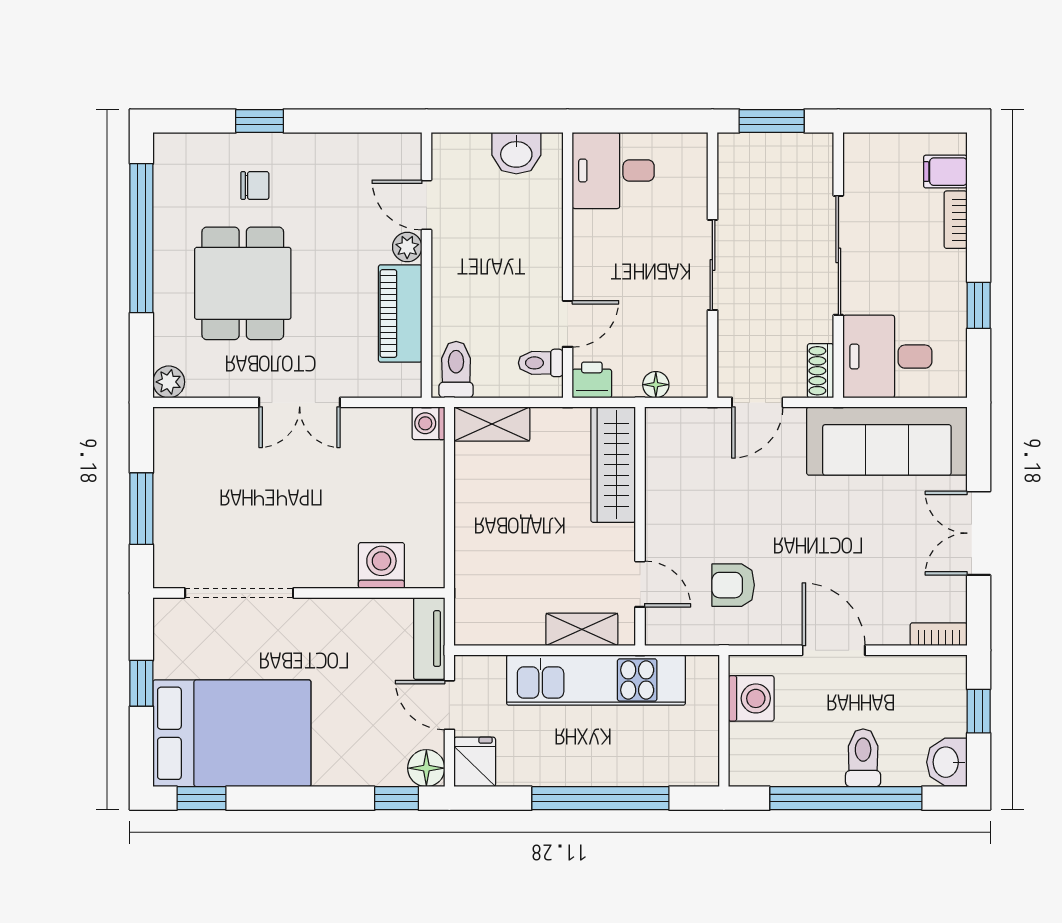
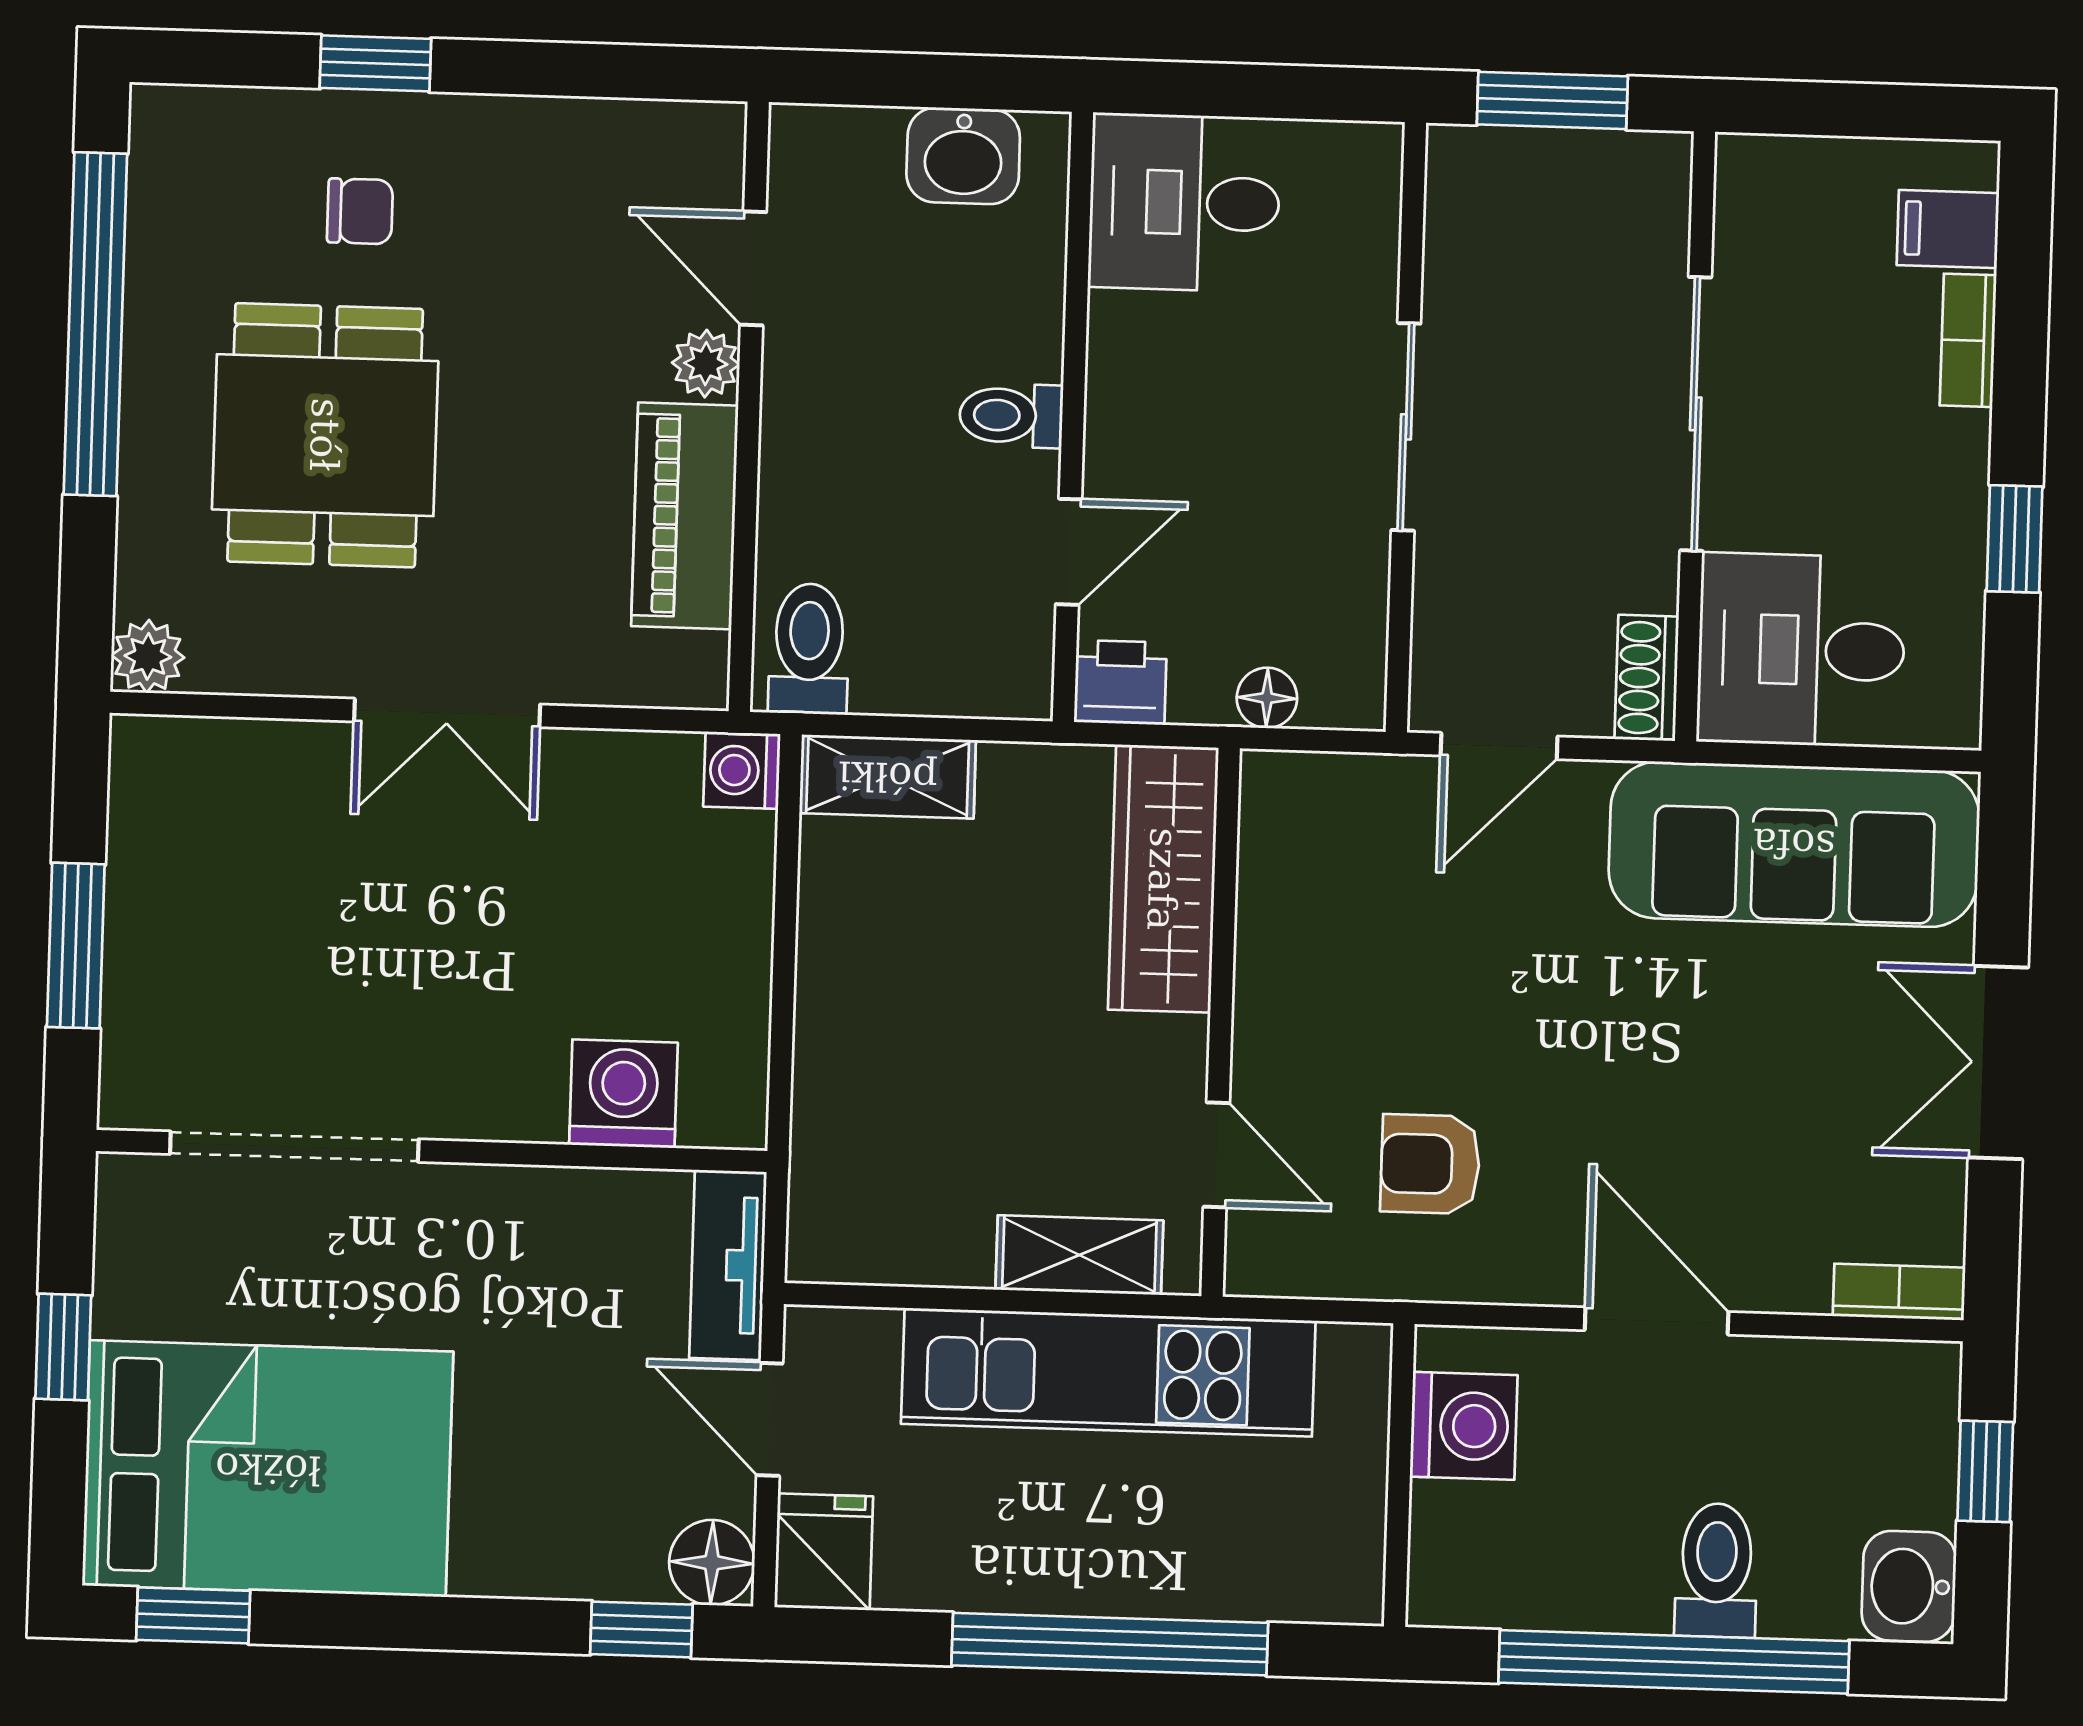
toilet: (541, 363) -> (1011, 415), moved

